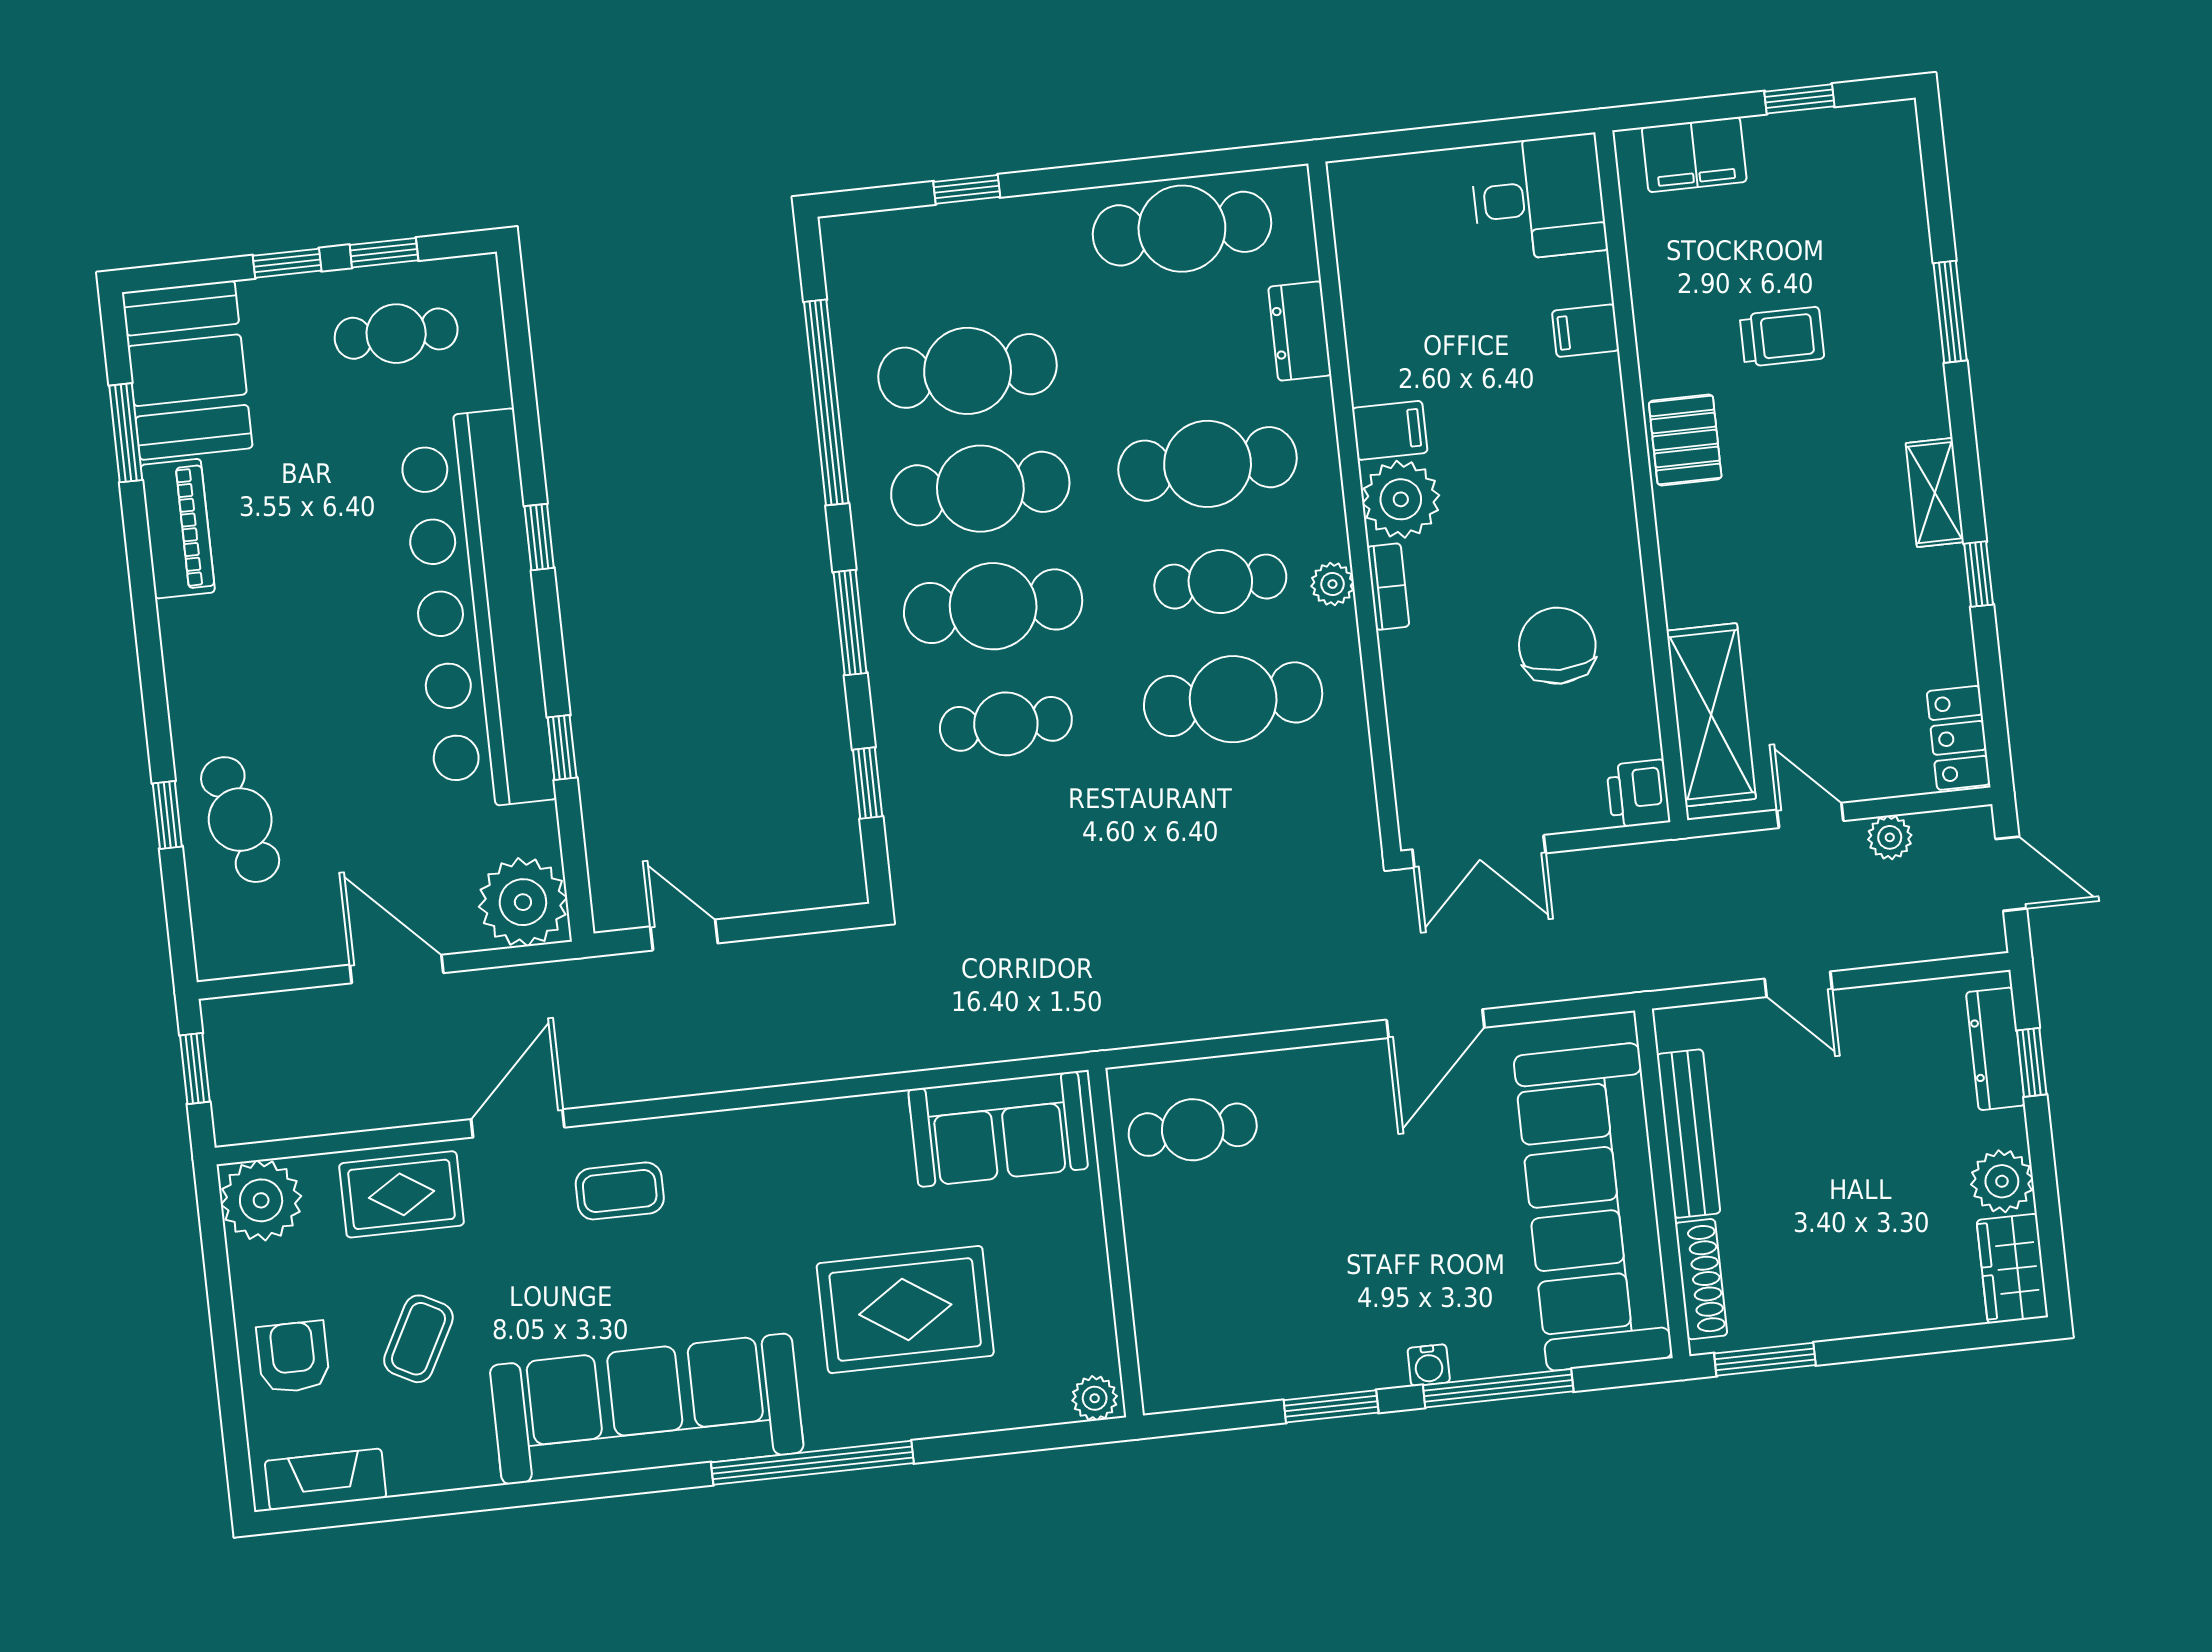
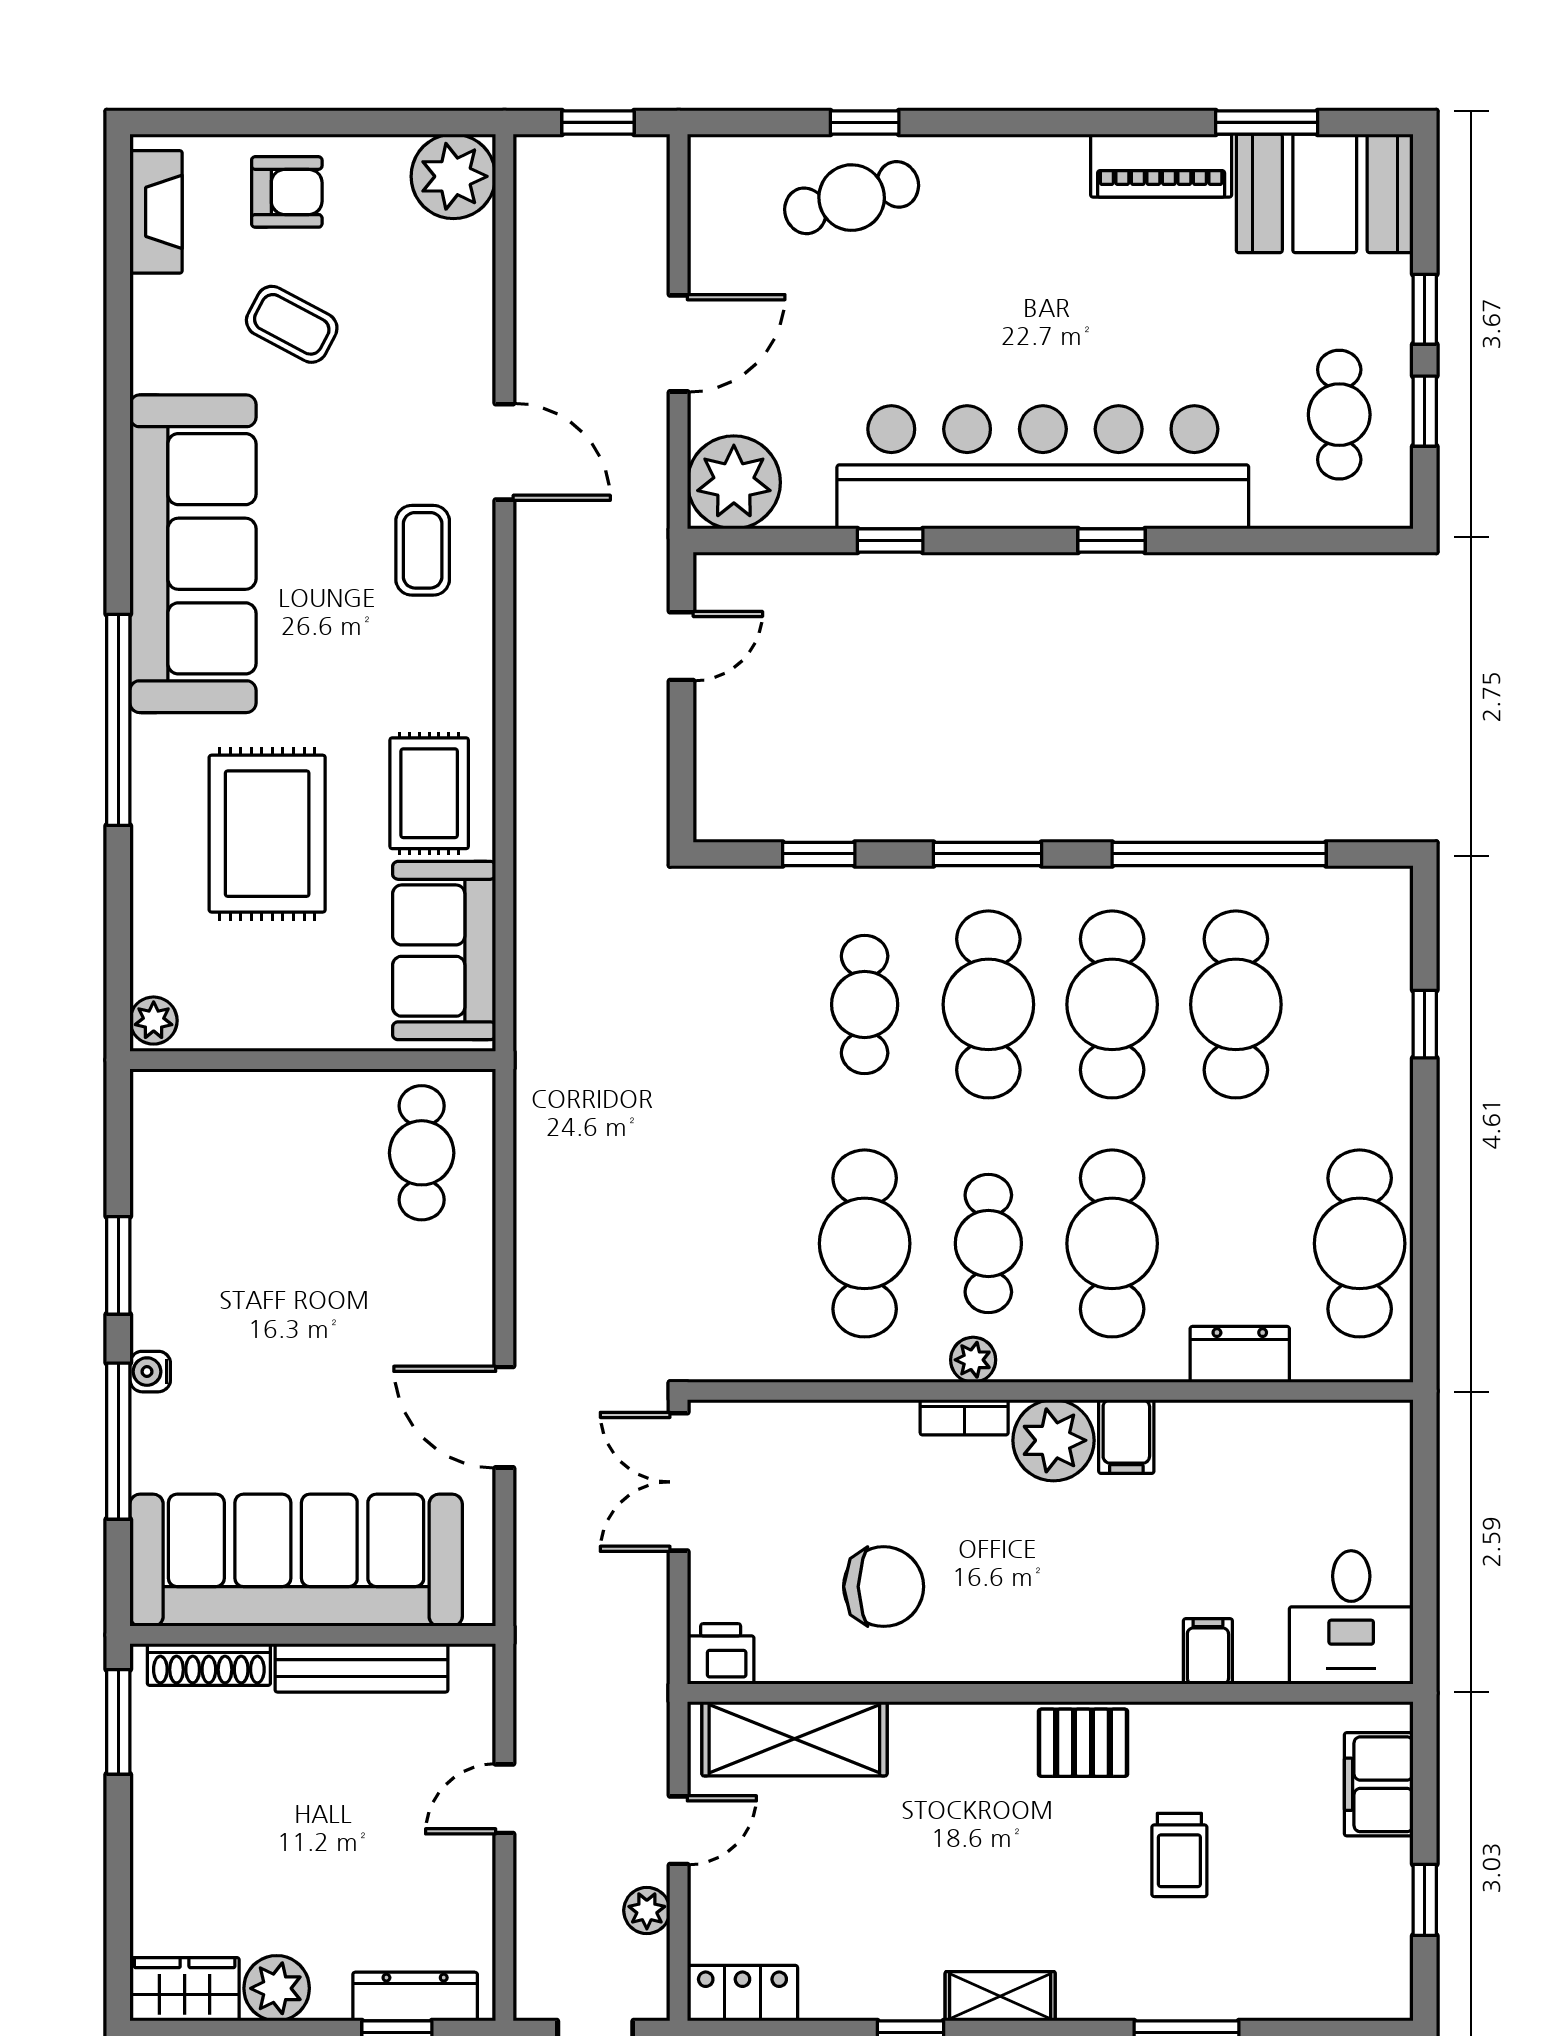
rug: (402, 1194) -> (429, 793), moved

